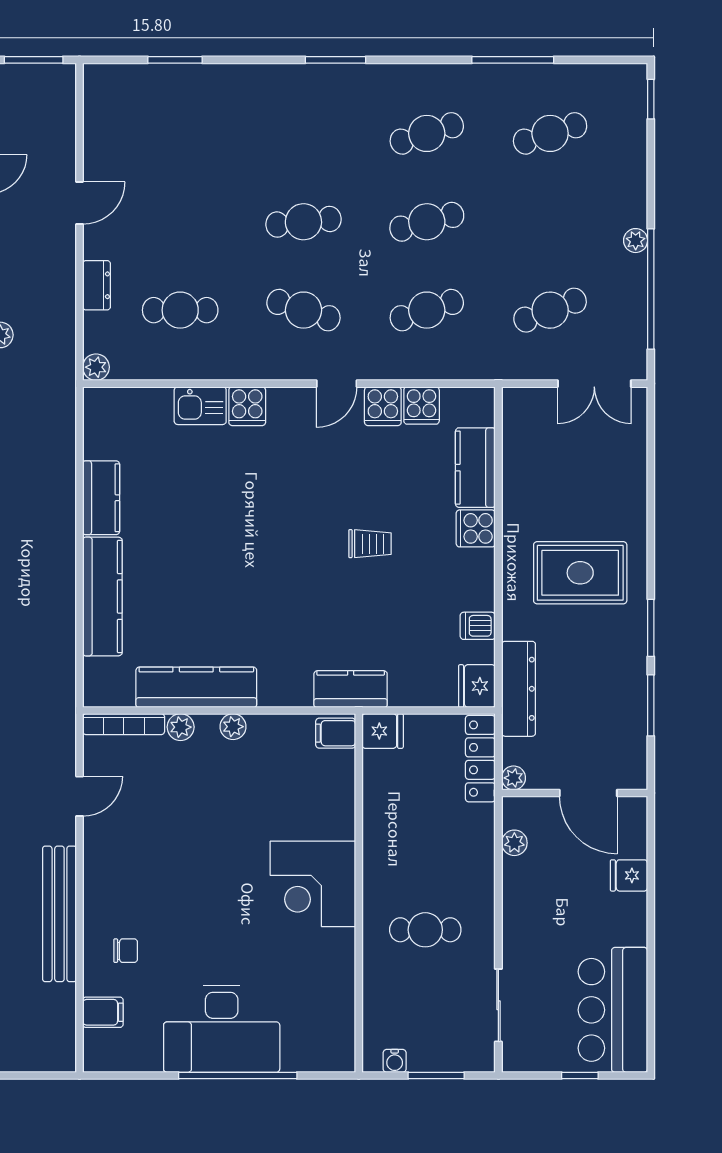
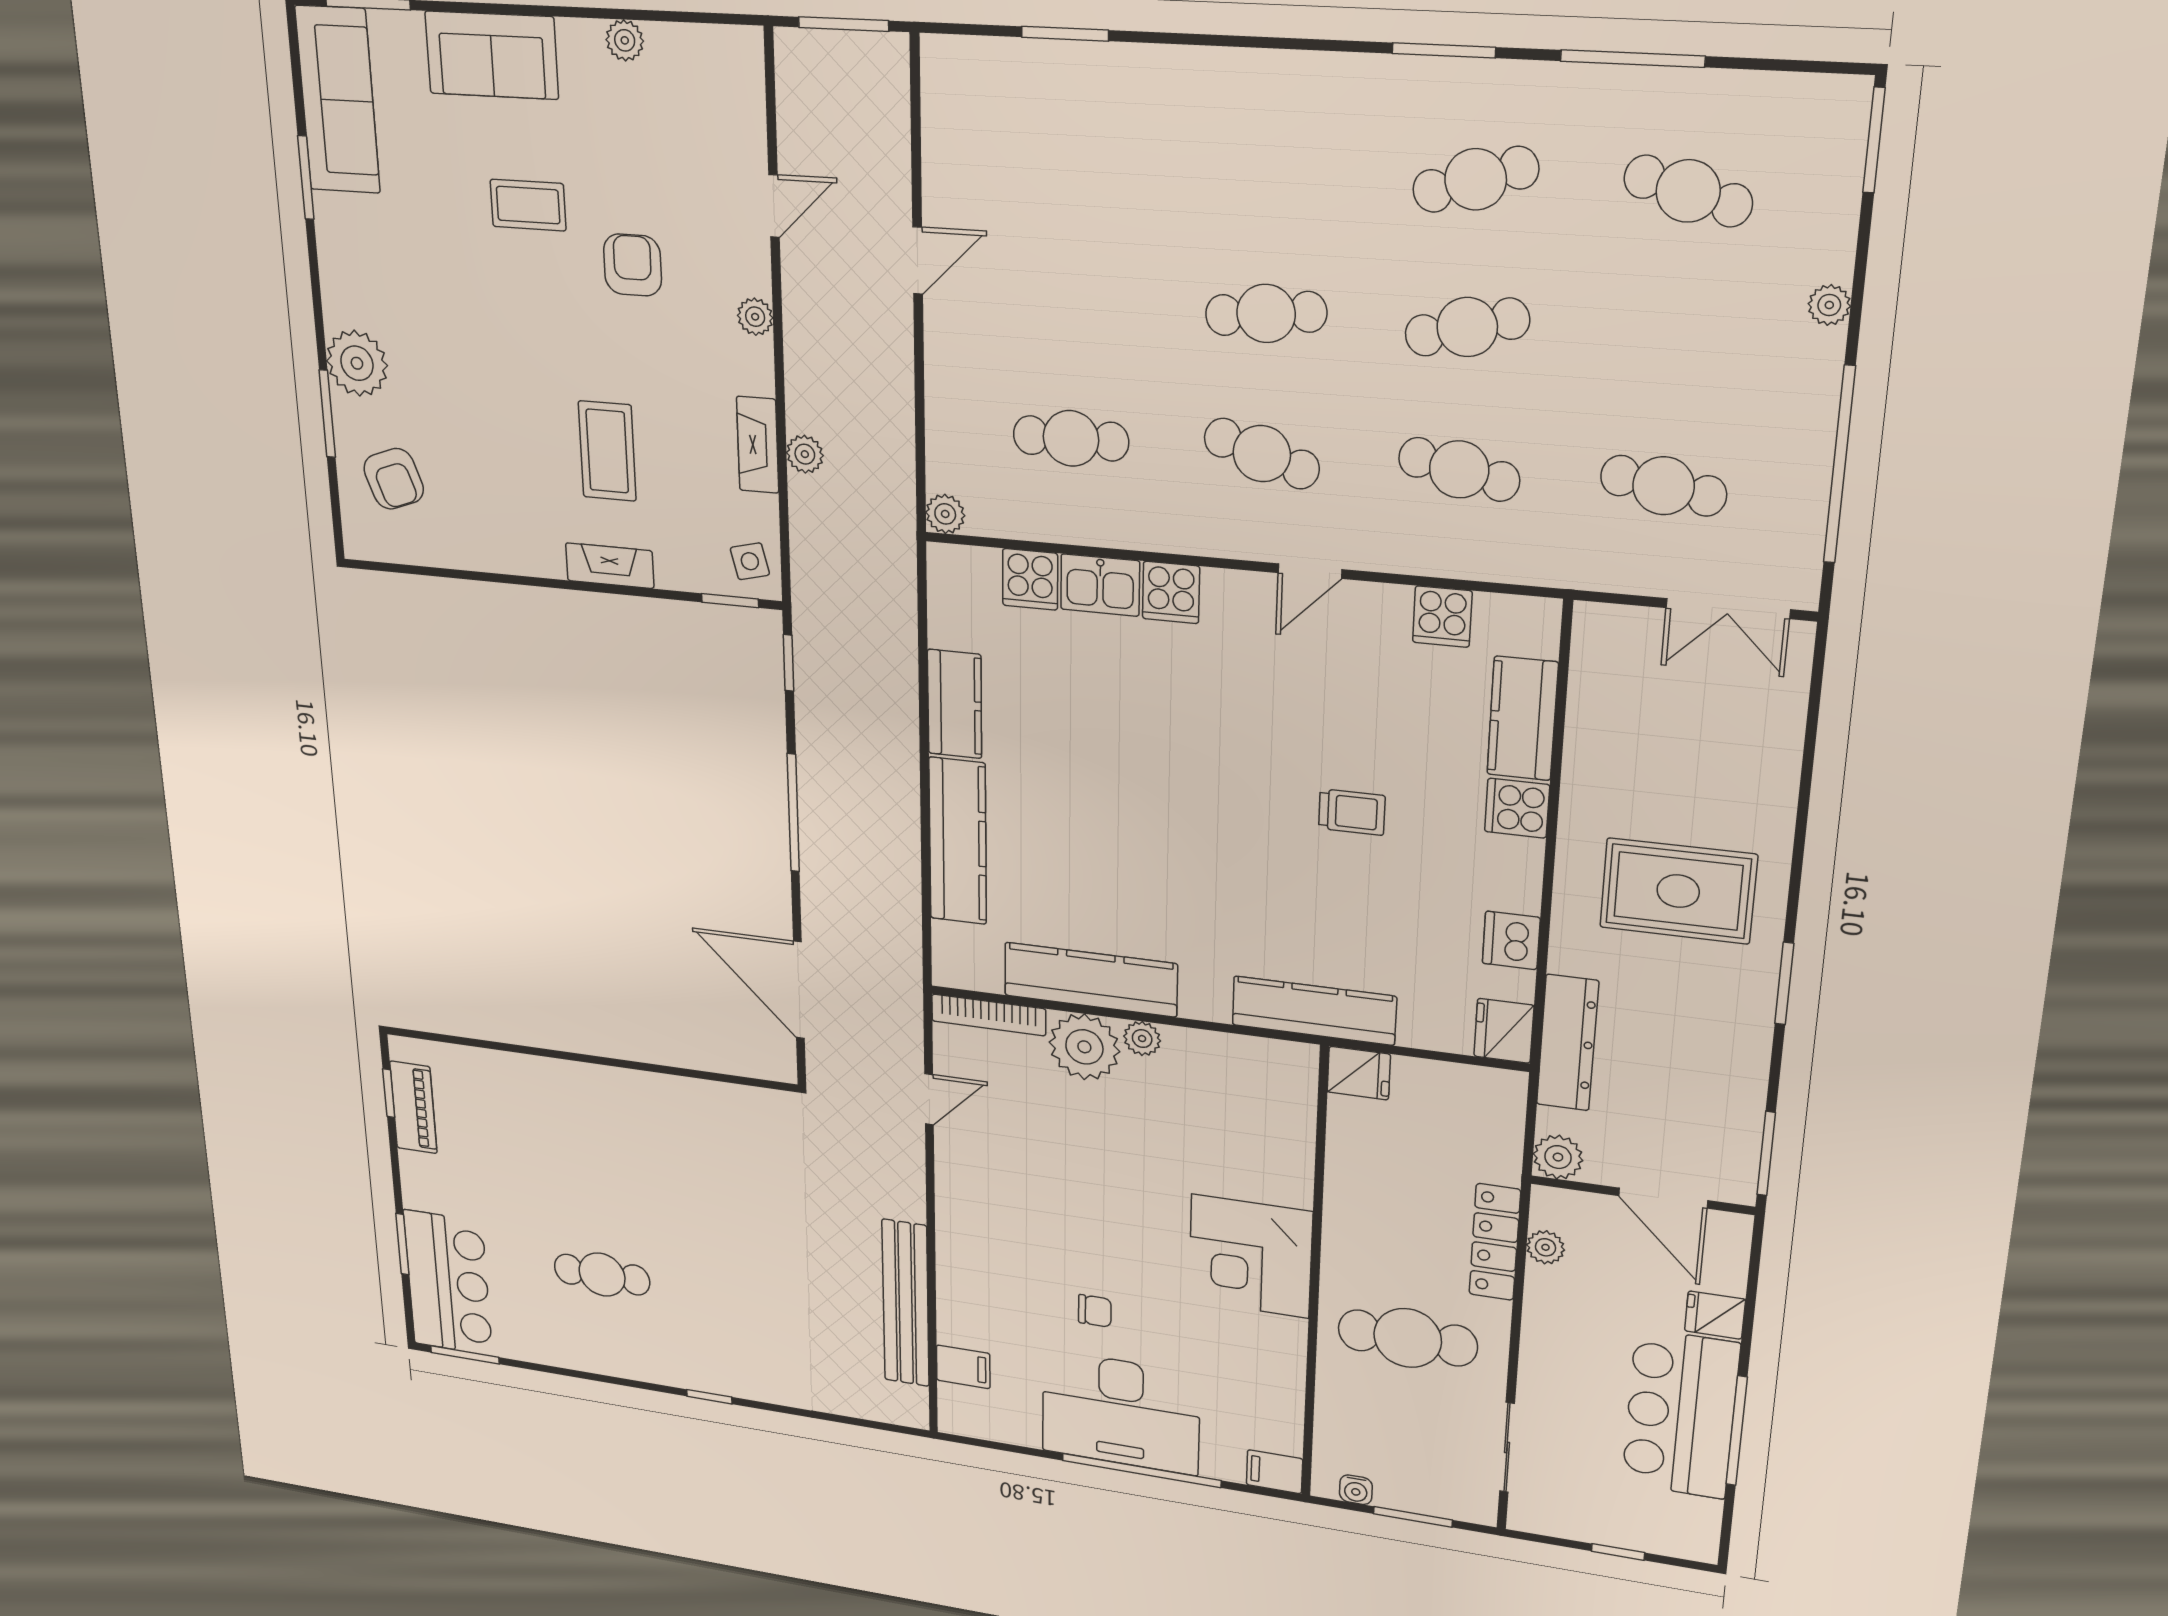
window: (336, 60) -> (1444, 50), moved
window: (651, 99) -> (1874, 140), width x1.50
cafe table: (550, 133) -> (1688, 191), turned 33
plant: (636, 241) -> (1829, 305), moved
dresser: (97, 285) -> (945, 390), removed
cafe table: (427, 310) -> (1459, 469), turned 30
cafe table: (550, 310) -> (1664, 486), turned 30
cooker: (383, 406) -> (1030, 579), moved
dishwasher: (478, 626) -> (1511, 940), width x1.38
kitchen counter: (351, 689) -> (1314, 1011), width x1.50
window: (651, 705) -> (1766, 1154), moved
plant: (181, 727) -> (1084, 1047), width x1.88, depth x1.88
filing cabinet: (336, 733) -> (1274, 1472), moved
locker: (480, 759) -> (1495, 1242), moved
plant: (514, 778) -> (1558, 1157), width x1.38, depth x1.38
bench: (59, 914) -> (906, 1303), moved
cafe table: (425, 930) -> (1408, 1338), width x1.37, depth x1.35
chair: (126, 951) -> (1095, 1311), moved
window: (651, 962) -> (1737, 1431), added
bar counter: (613, 1010) -> (1680, 1414), moved

